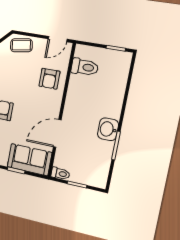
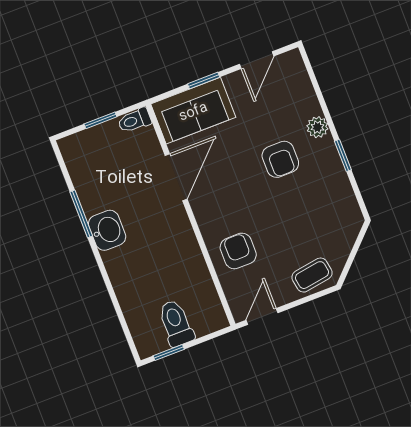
toilet: (85, 67) -> (176, 323), moved, turned 90

